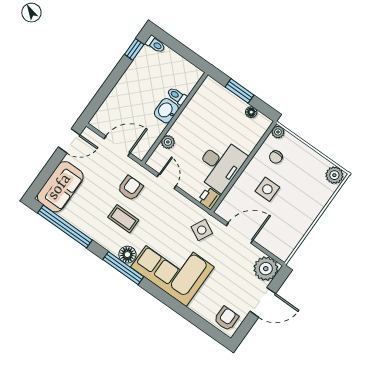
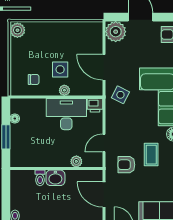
plant: (278, 132) -> (64, 90), moved

